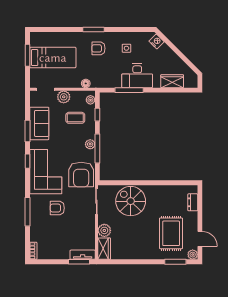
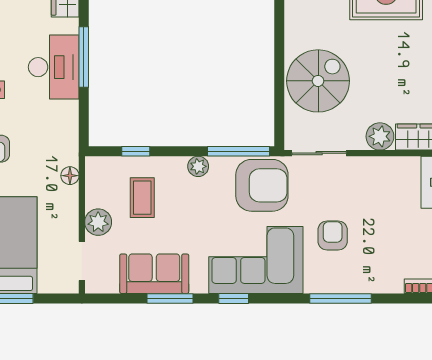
window: (129, 90) -> (84, 57), moved
plant: (90, 100) -> (104, 166), removed
window: (97, 148) -> (239, 151), moved
spiral stairs: (131, 201) -> (318, 81), turned 180
armchair: (57, 208) -> (333, 236), turned 180

